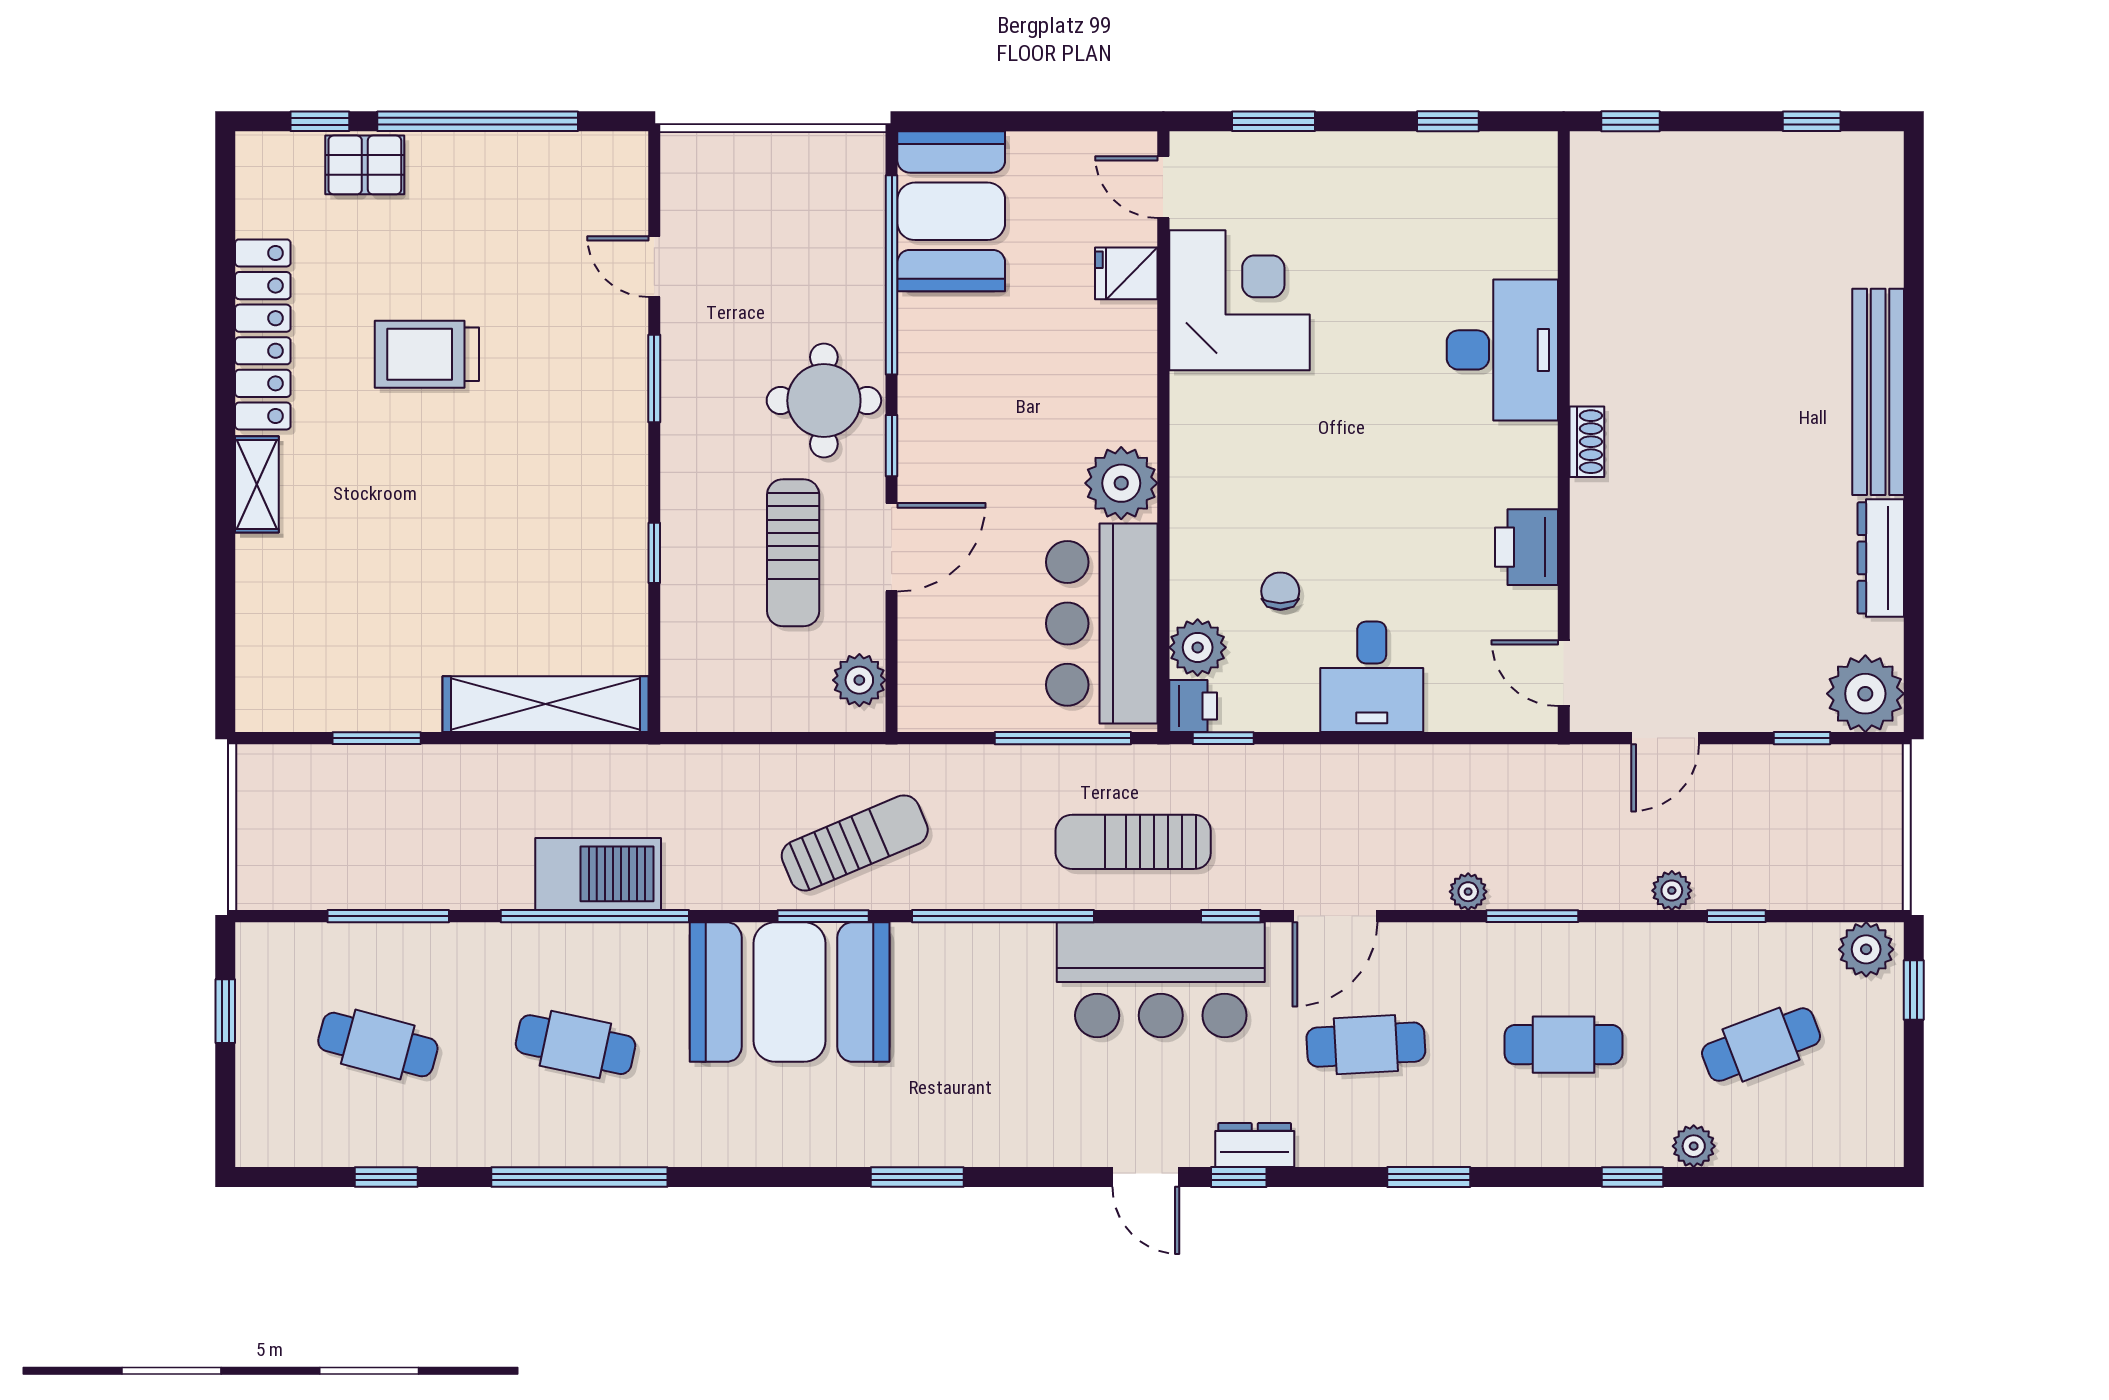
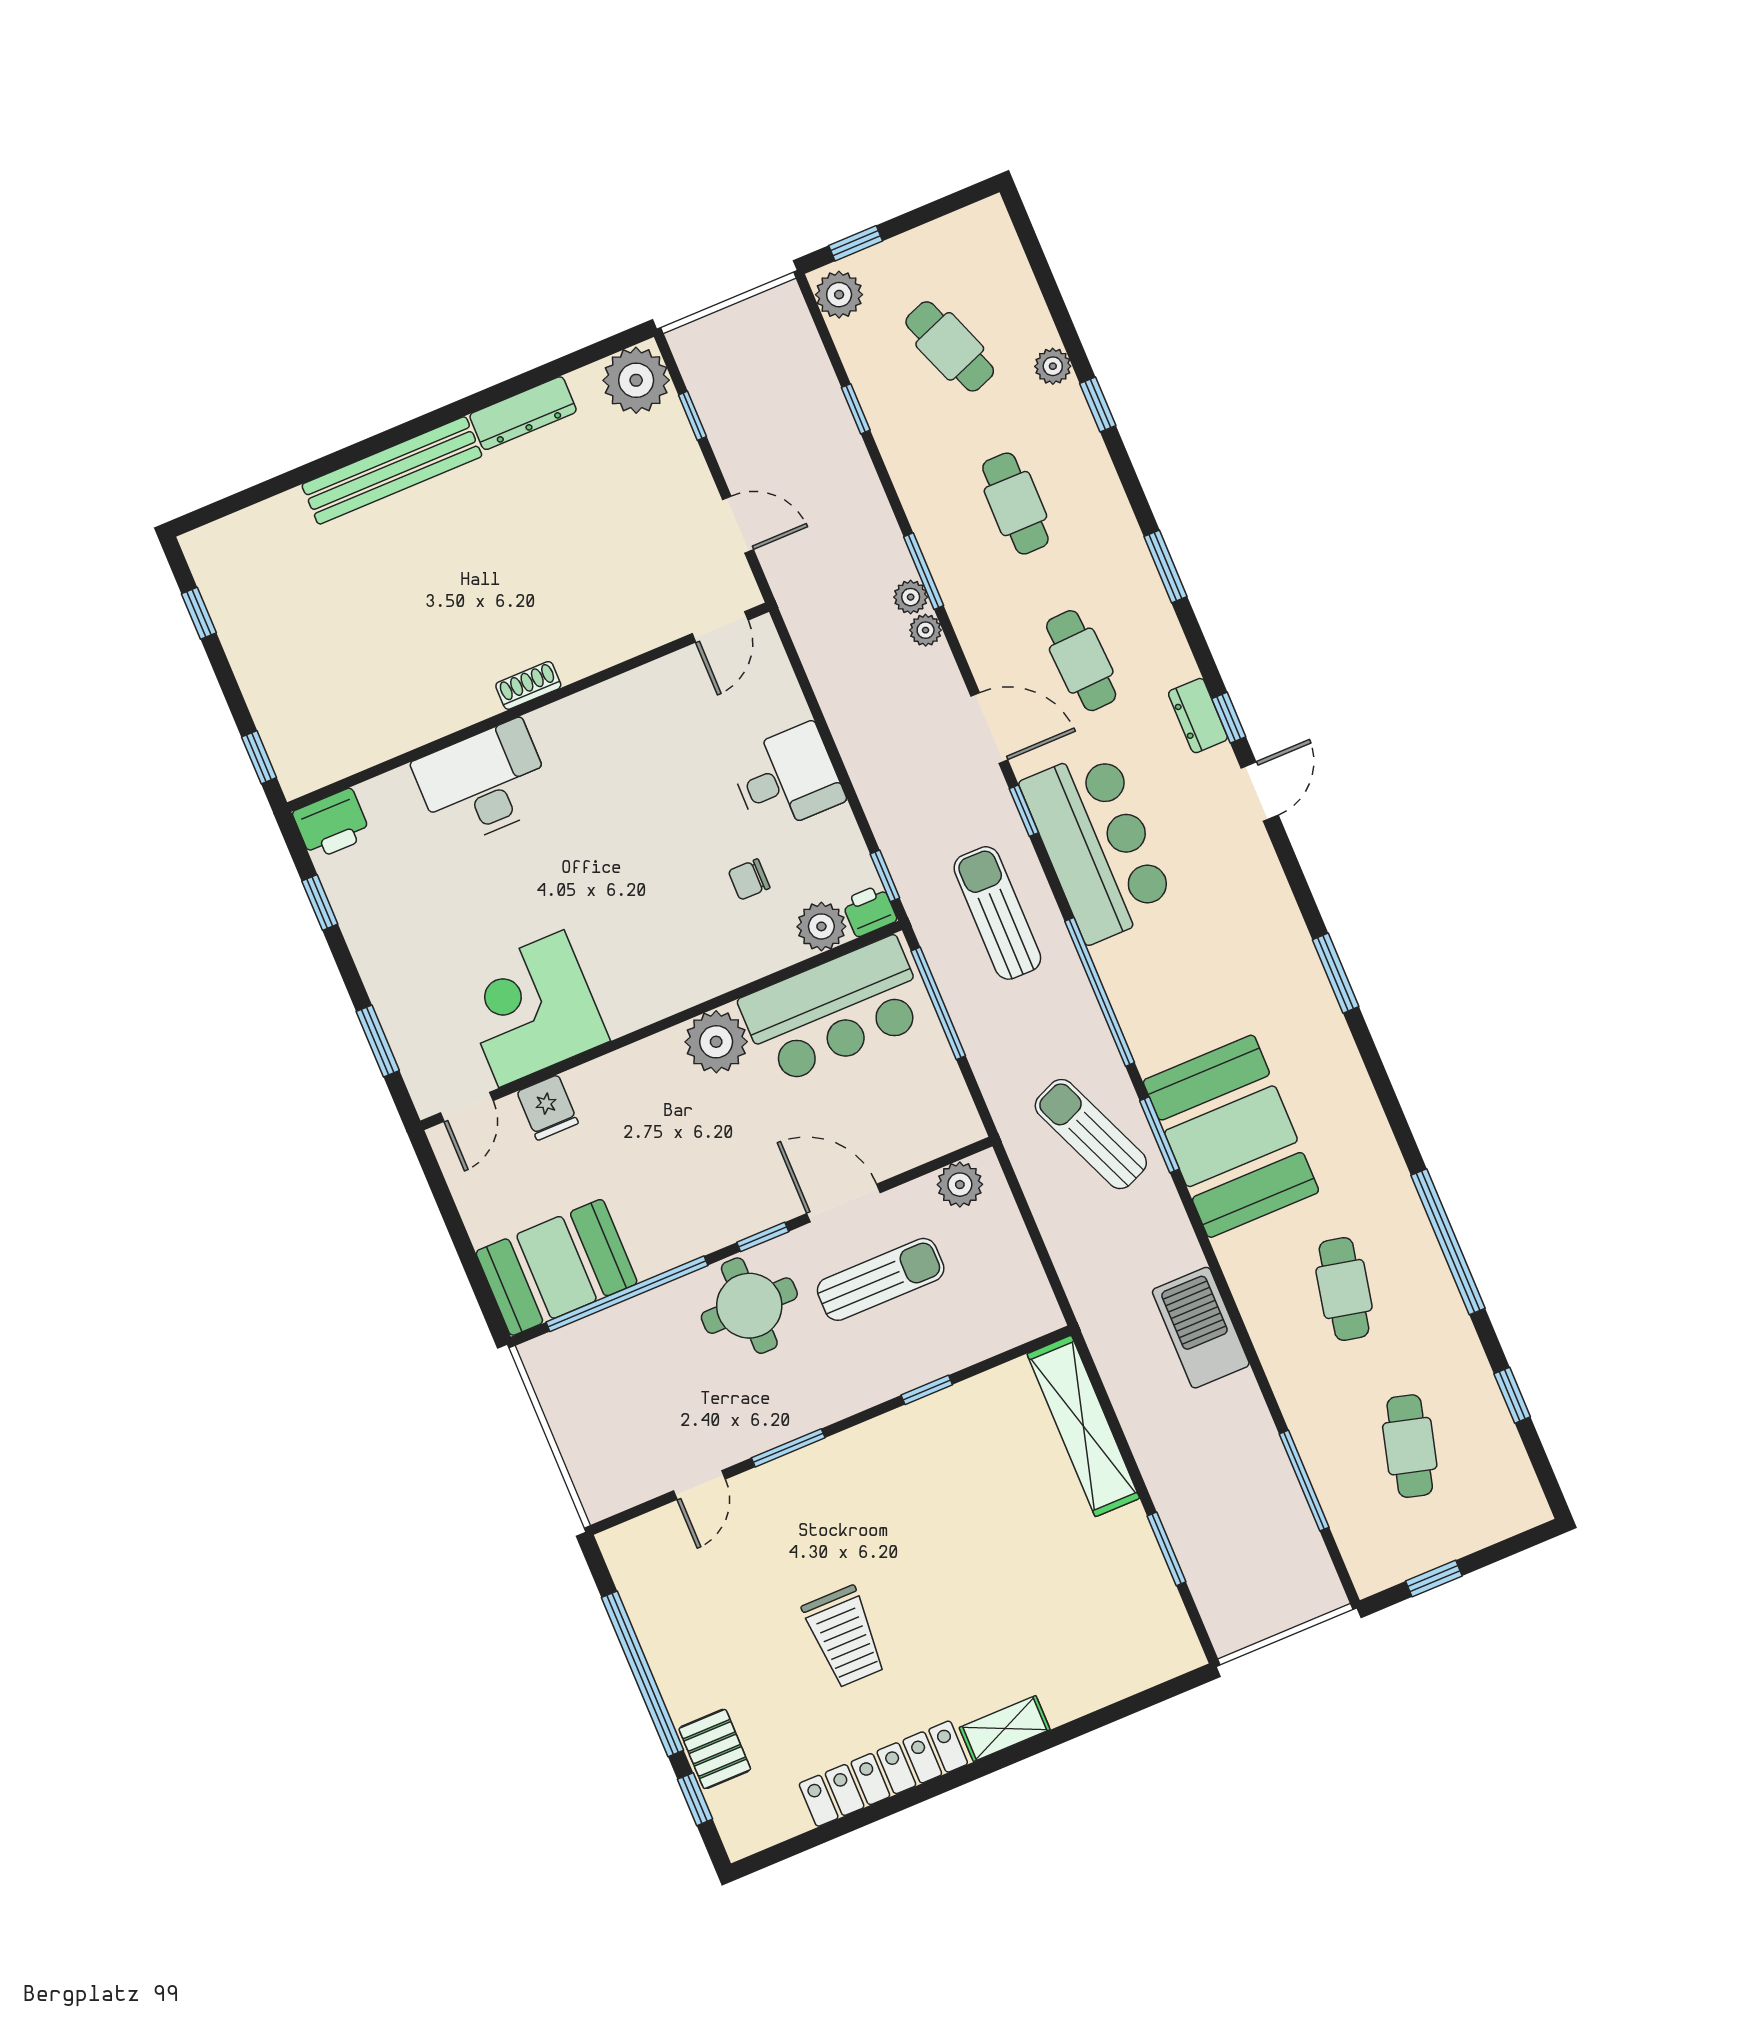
printer: (1526, 547) -> (332, 824), moved
sun lounger: (1133, 842) -> (997, 913), turned 180
plant: (1672, 891) -> (911, 597), moved
window: (595, 916) -> (1235, 1316), removed

